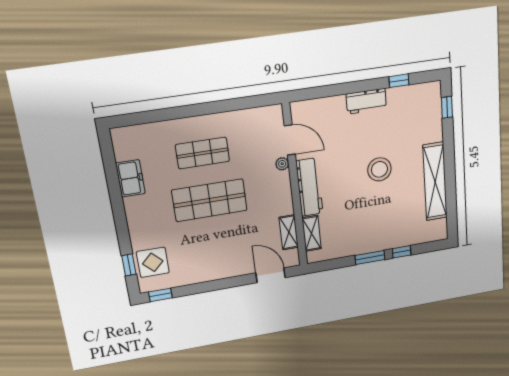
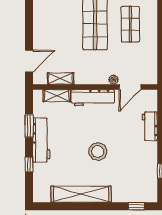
workbench: (366, 101) -> (150, 126), moved
workbench: (370, 242) -> (41, 140), added
window: (370, 257) -> (29, 126), moved

